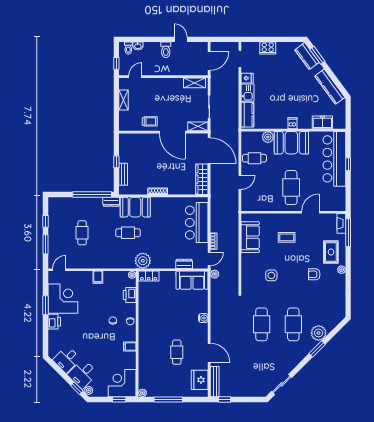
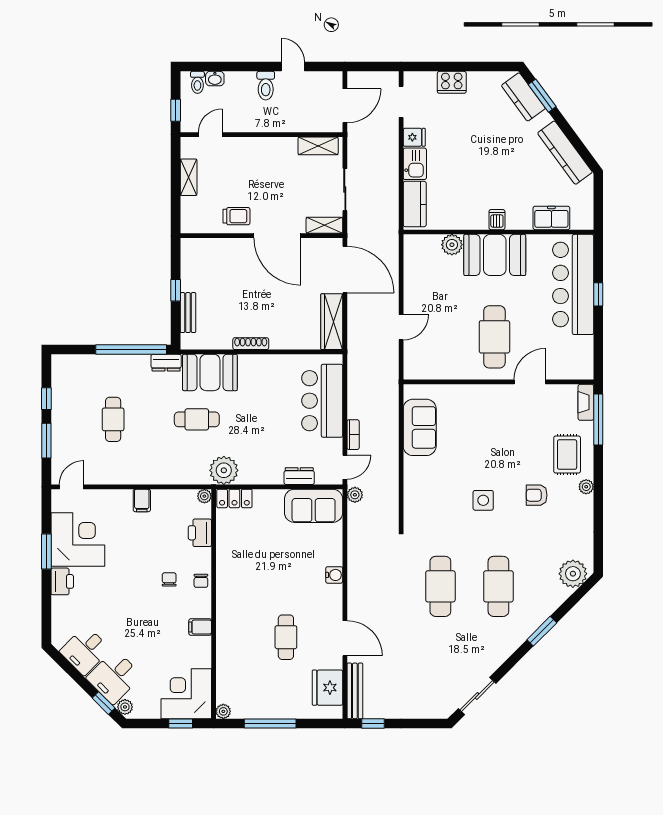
cafe table: (254, 158) -> (428, 283), removed
coffee table: (287, 237) -> (486, 428), removed
side table: (271, 275) -> (483, 500), moved
plant: (319, 333) -> (573, 574), moved

